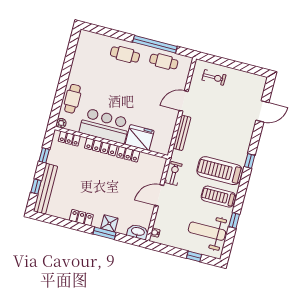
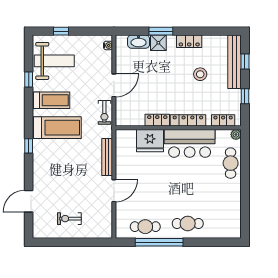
exercise bike: (214, 77) -> (69, 219), moved
stool: (79, 185) -> (200, 74), added
washbasin: (138, 232) -> (139, 42), moved

